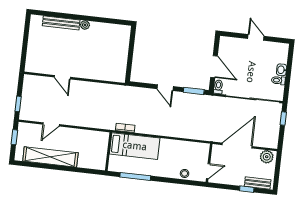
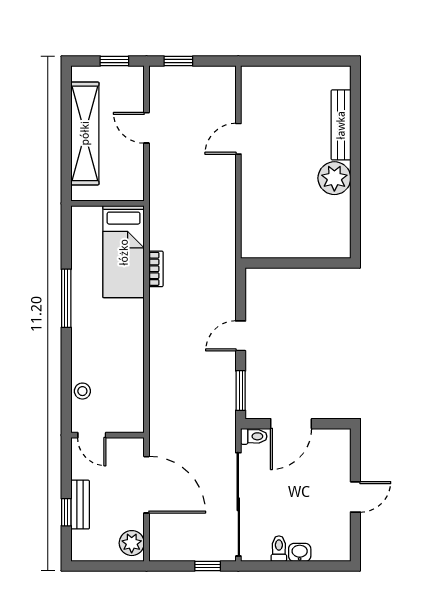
plant: (85, 25) -> (334, 178), width x1.88, depth x1.88
bed: (135, 146) -> (124, 252), moved
wall: (109, 152) -> (107, 203), moved
bench: (258, 183) -> (80, 505), moved

